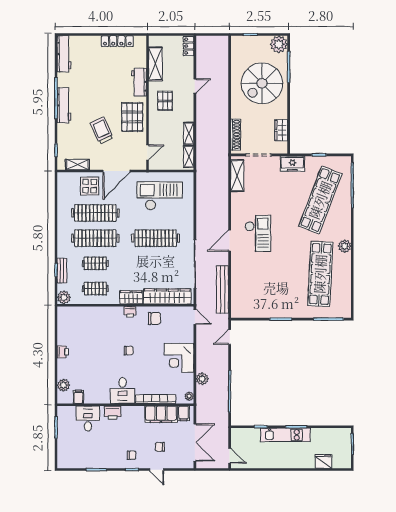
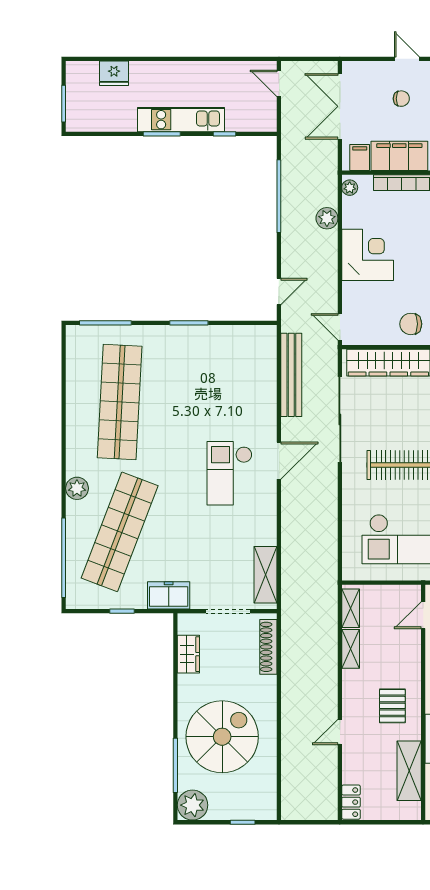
plant: (345, 246) -> (77, 488), moved

